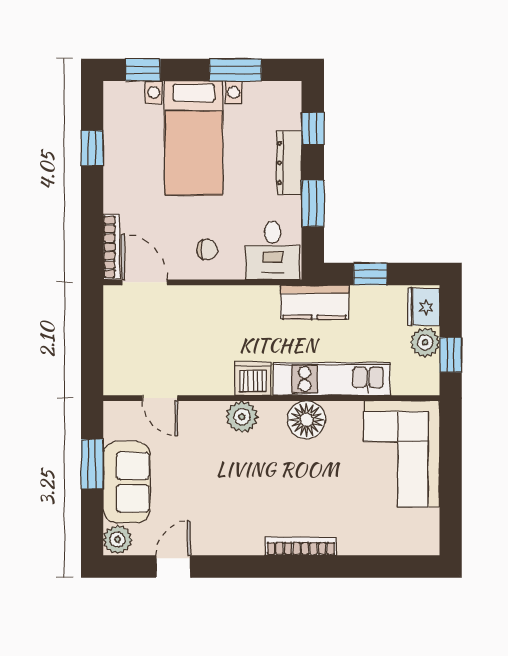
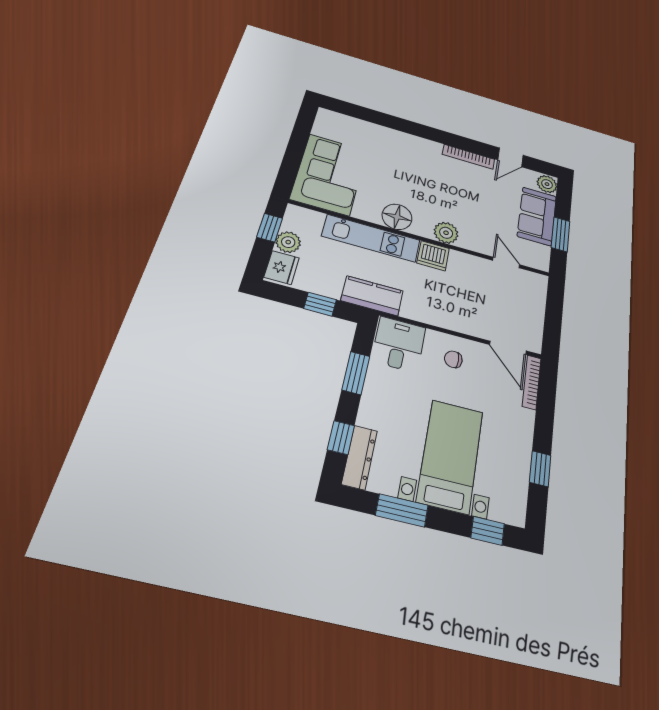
dresser: (289, 163) -> (360, 457), moved
bookcase: (301, 546) -> (469, 157), moved

